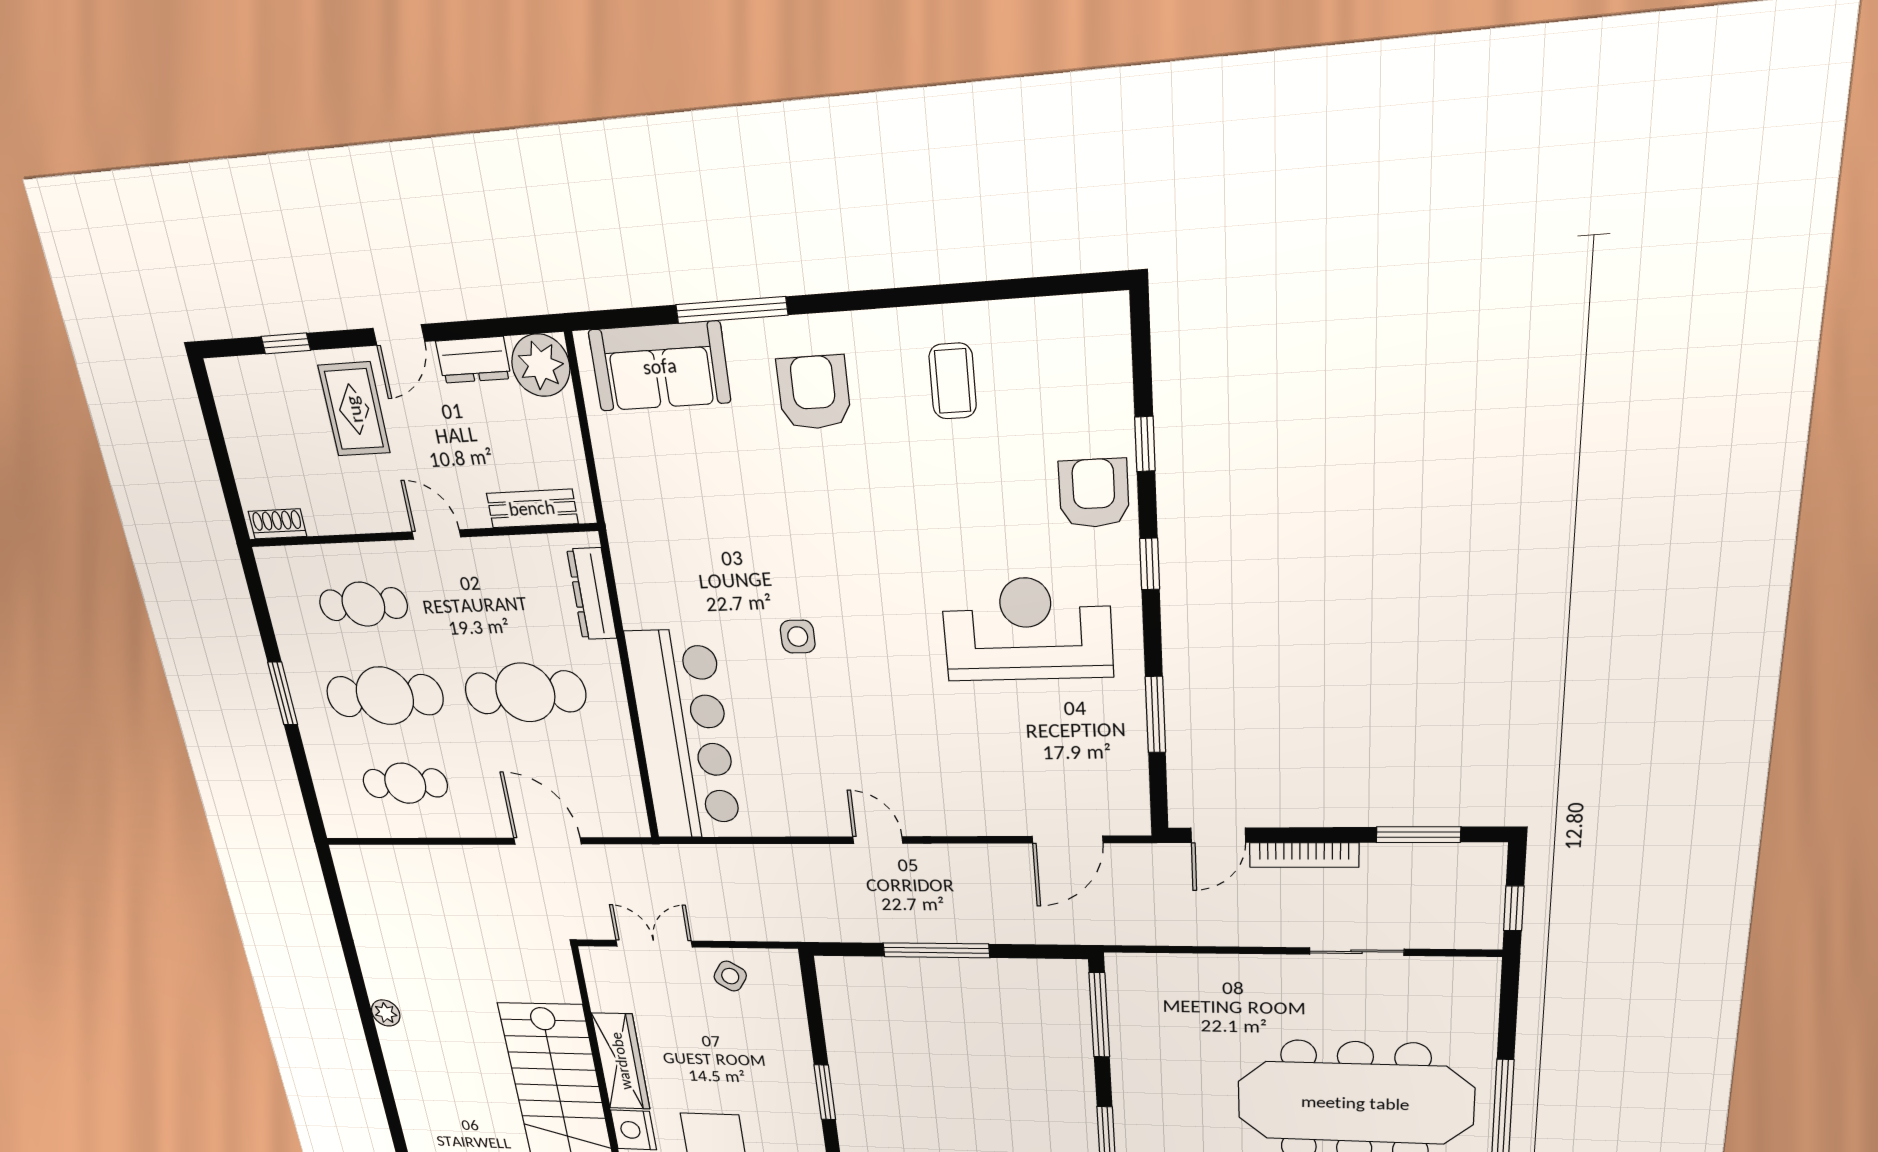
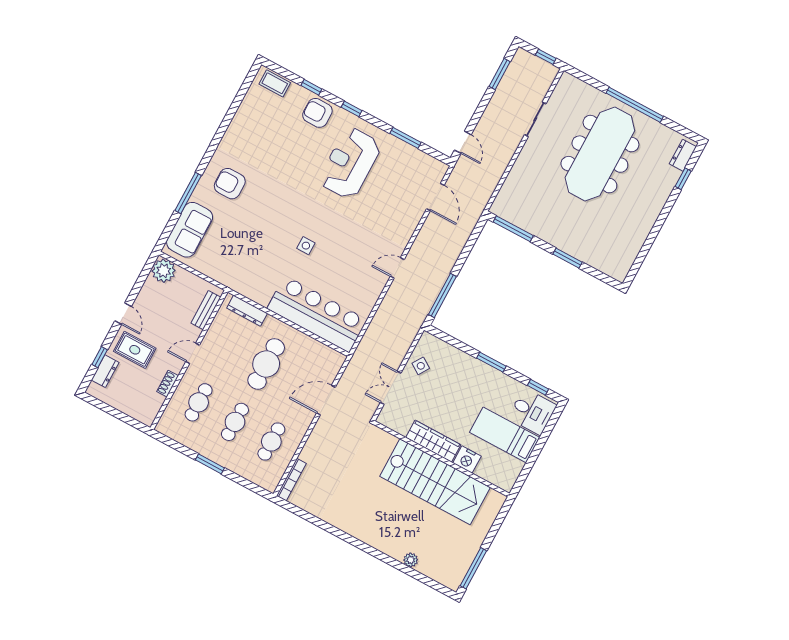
dresser: (473, 360) -> (105, 371), moved
coffee table: (953, 381) -> (275, 83), moved
shoe rack: (278, 524) -> (168, 384), moved
cafe table: (385, 696) -> (235, 422), width x0.73, depth x0.74
bookcase: (1304, 855) -> (291, 480), moved
window: (936, 950) -> (442, 295), moved
plant: (386, 1013) -> (411, 560), moved

